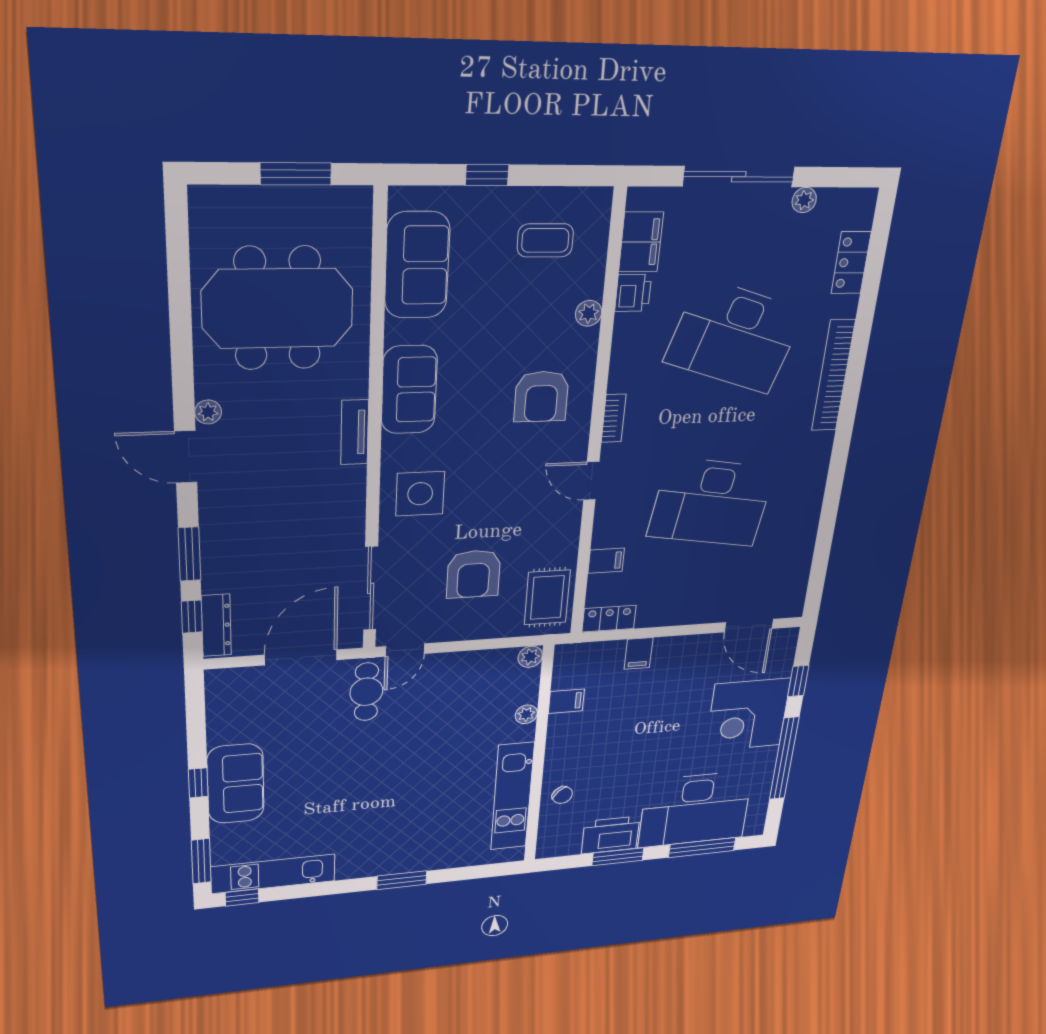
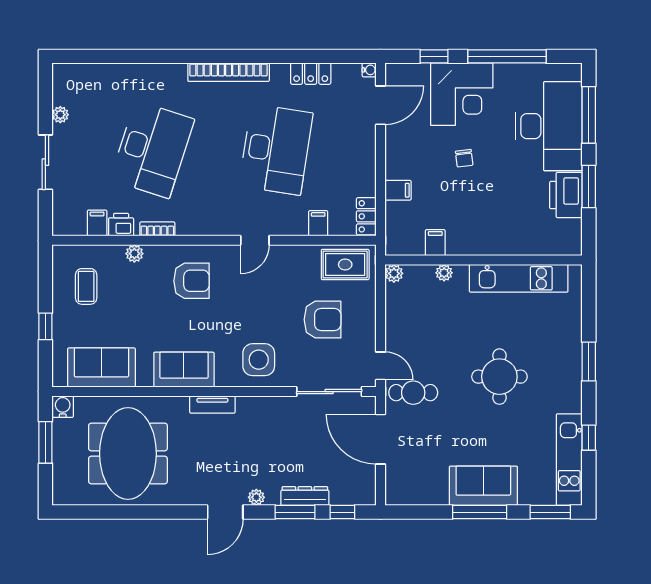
sliding door: (739, 177) -> (45, 162), width x0.73
water cooler: (355, 203) -> (63, 407), added
filing cabinet: (641, 242) -> (97, 223), width x0.50
locker: (851, 263) -> (311, 74), moved
bookcase: (833, 376) -> (229, 72), moved
plant: (208, 412) -> (256, 497), moved
bookcase: (614, 418) -> (157, 229), moved
water cooler: (795, 609) -> (369, 70), added
dresser: (216, 625) -> (305, 496), moved
window: (198, 783) -> (480, 512), width x2.17
round table: (385, 788) -> (499, 377), added
chair: (562, 795) -> (464, 158), moved, turned 128
window: (242, 898) -> (589, 438), moved

